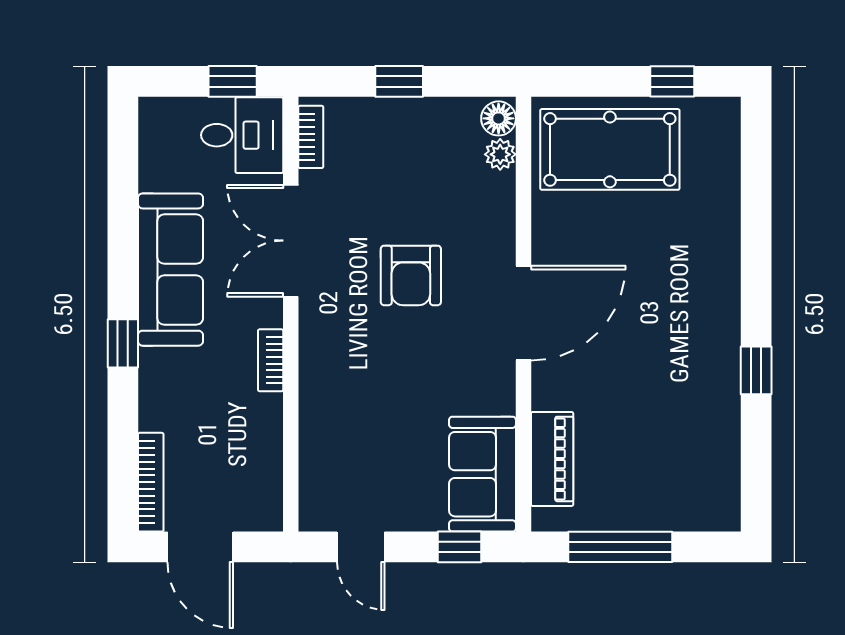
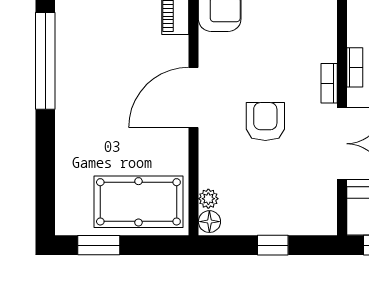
window: (672, 81) -> (99, 245), width x1.50
bookcase: (311, 137) -> (329, 83), moved
window: (756, 370) -> (45, 61), width x3.17

